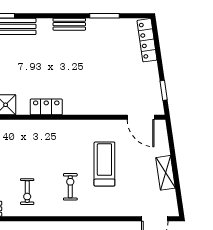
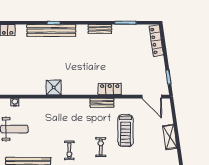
locker: (46, 107) -> (110, 89), moved
bench: (72, 126) -> (102, 103), added
treadmill: (104, 164) -> (125, 131), turned 180

